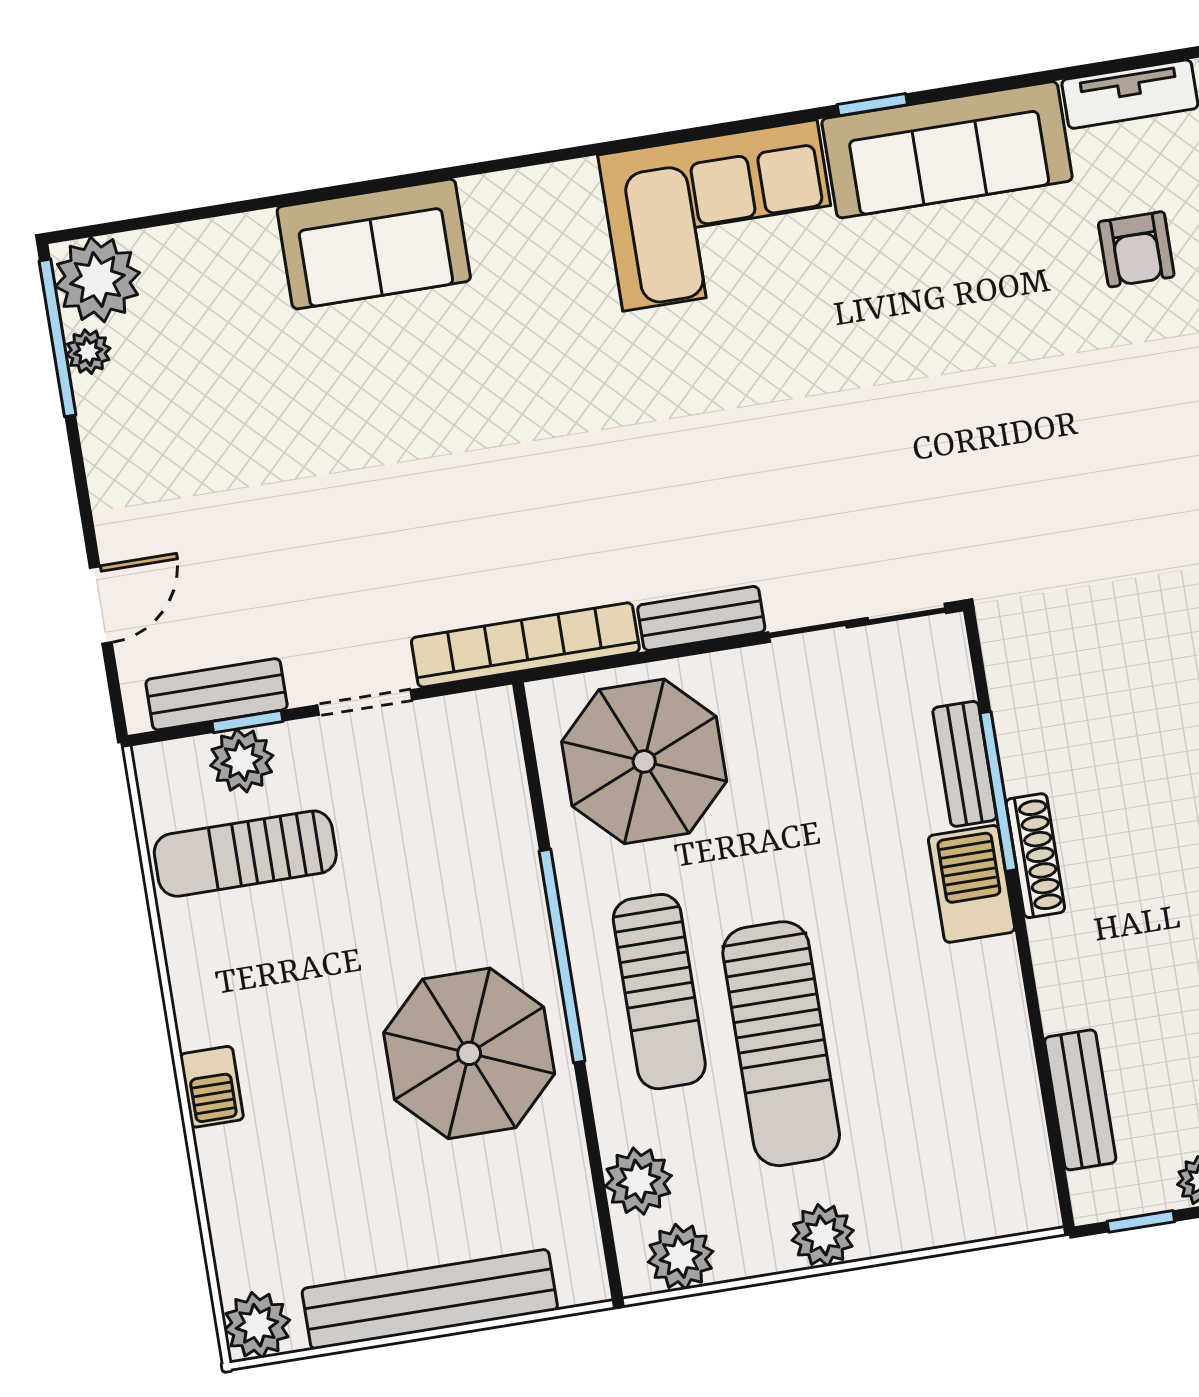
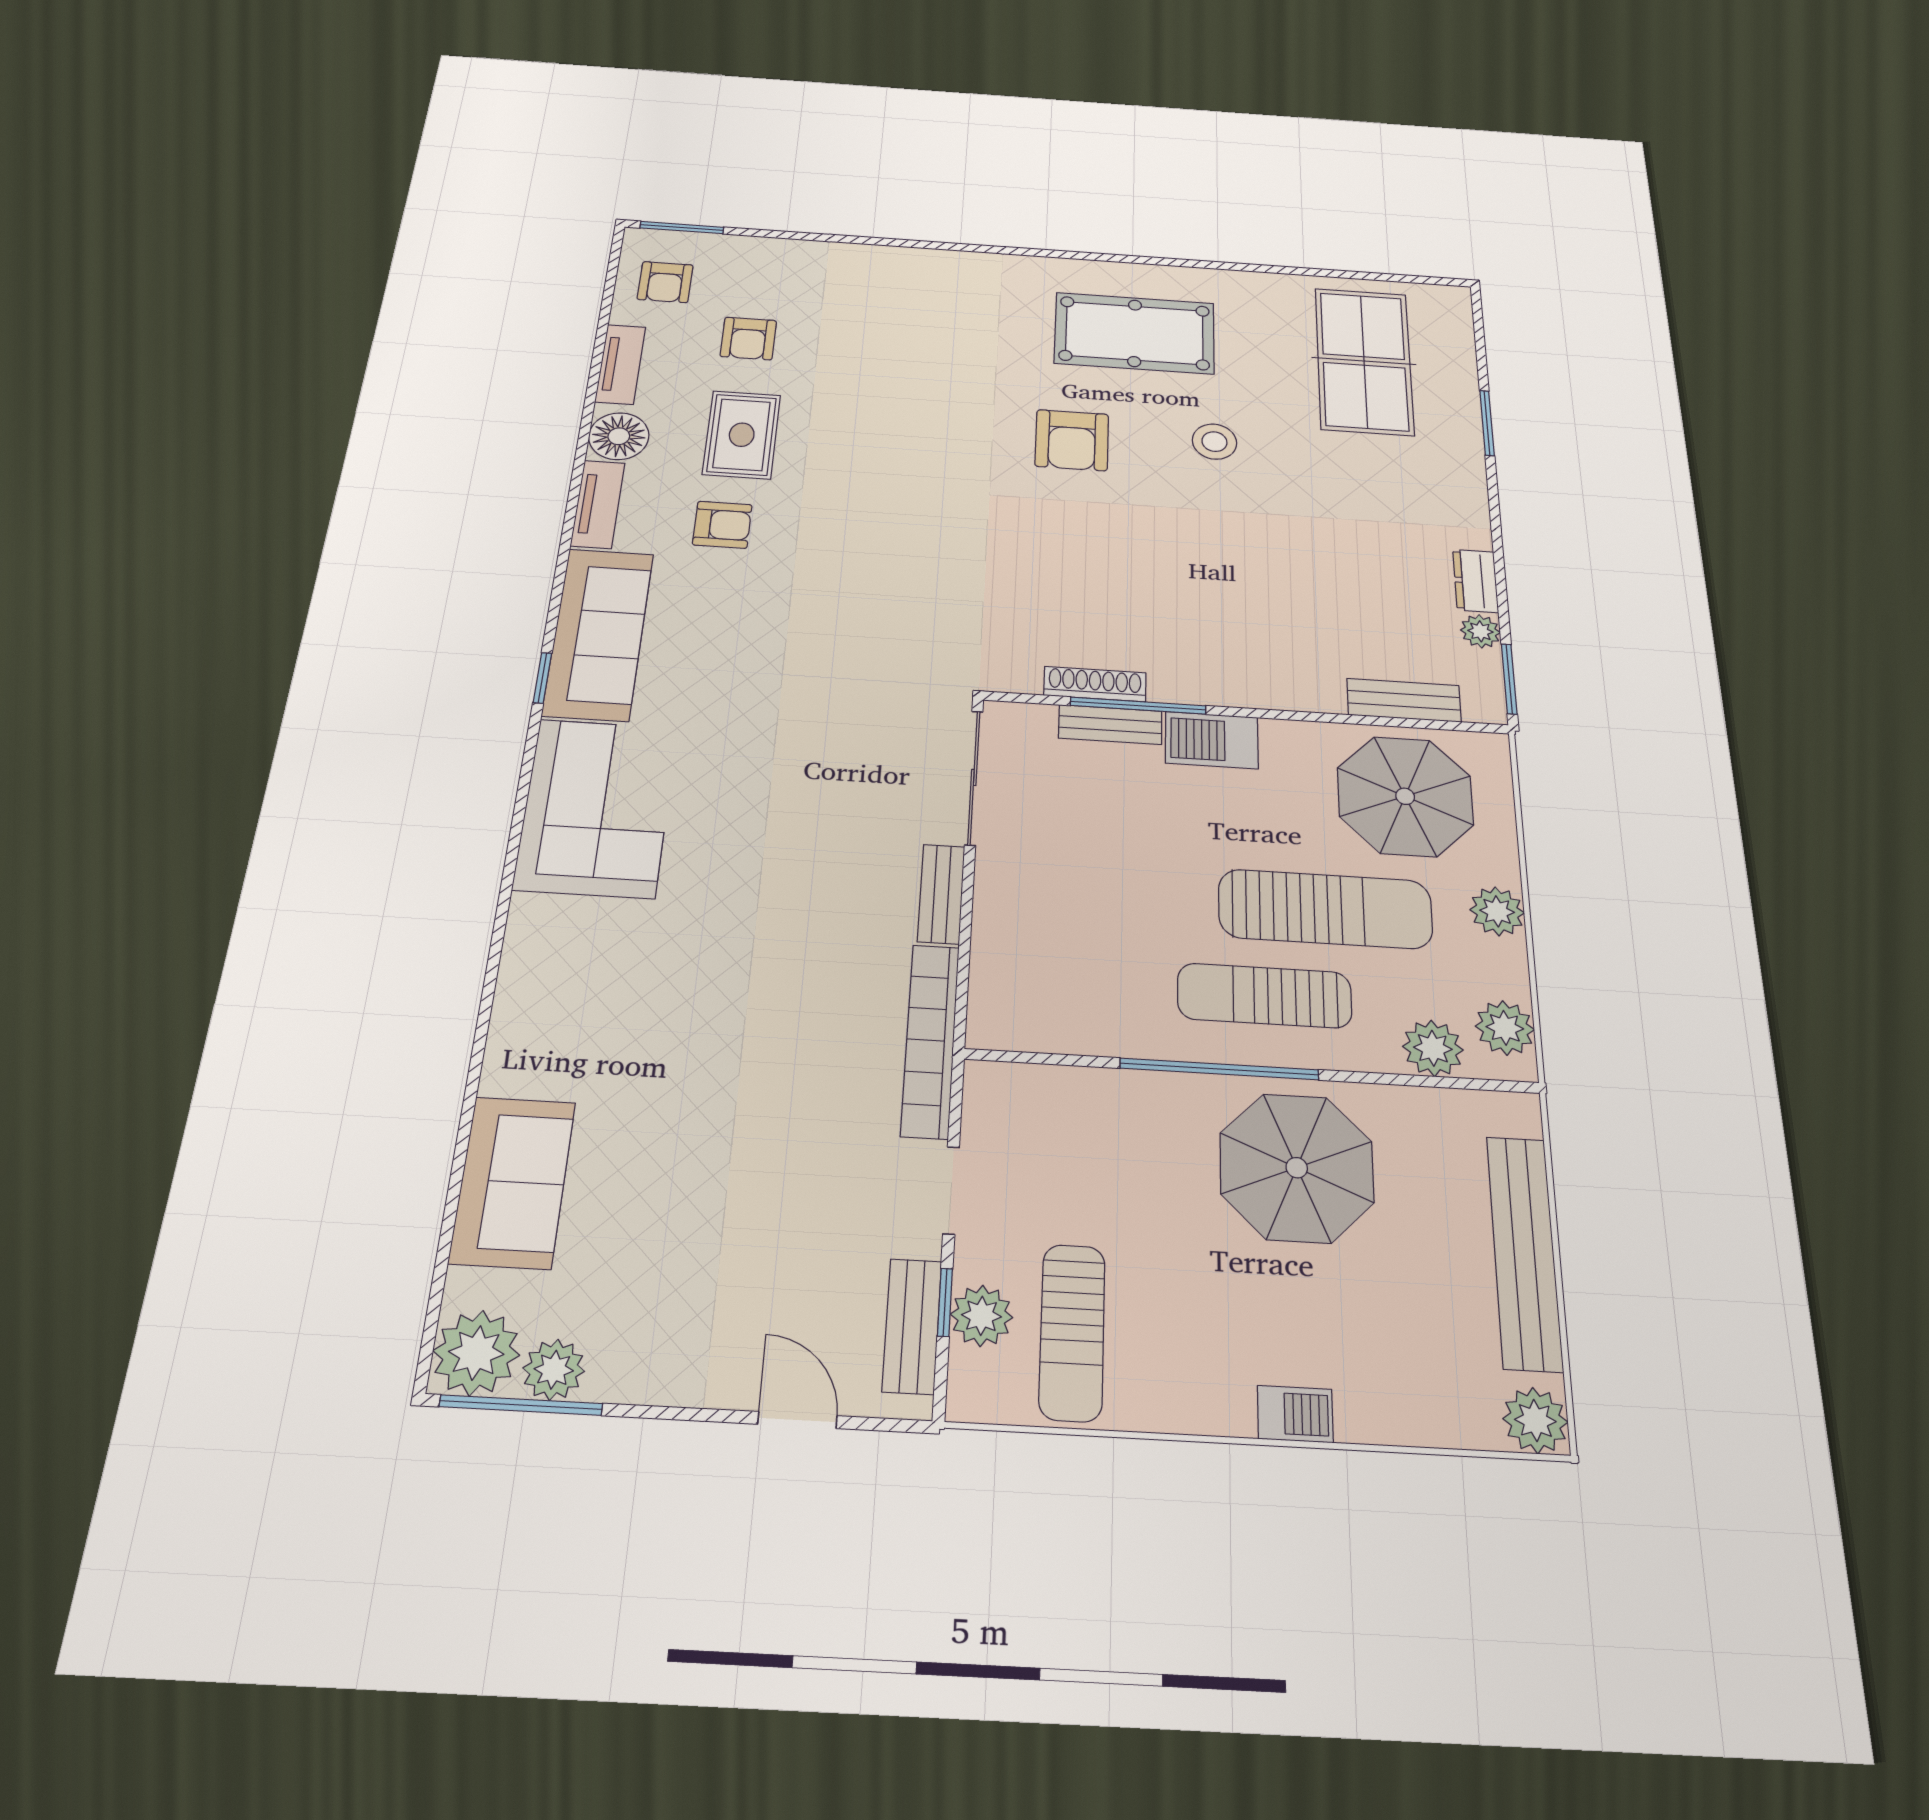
sofa: (374, 244) -> (513, 1182), moved
plant: (88, 352) -> (554, 1370), width x1.38, depth x1.38
parasol: (644, 761) -> (1405, 796), moved
shoe rack: (1035, 856) -> (1095, 684), moved
sun lounger: (659, 992) -> (1265, 996), turned 180
window: (1141, 1221) -> (1509, 679), width x1.50

